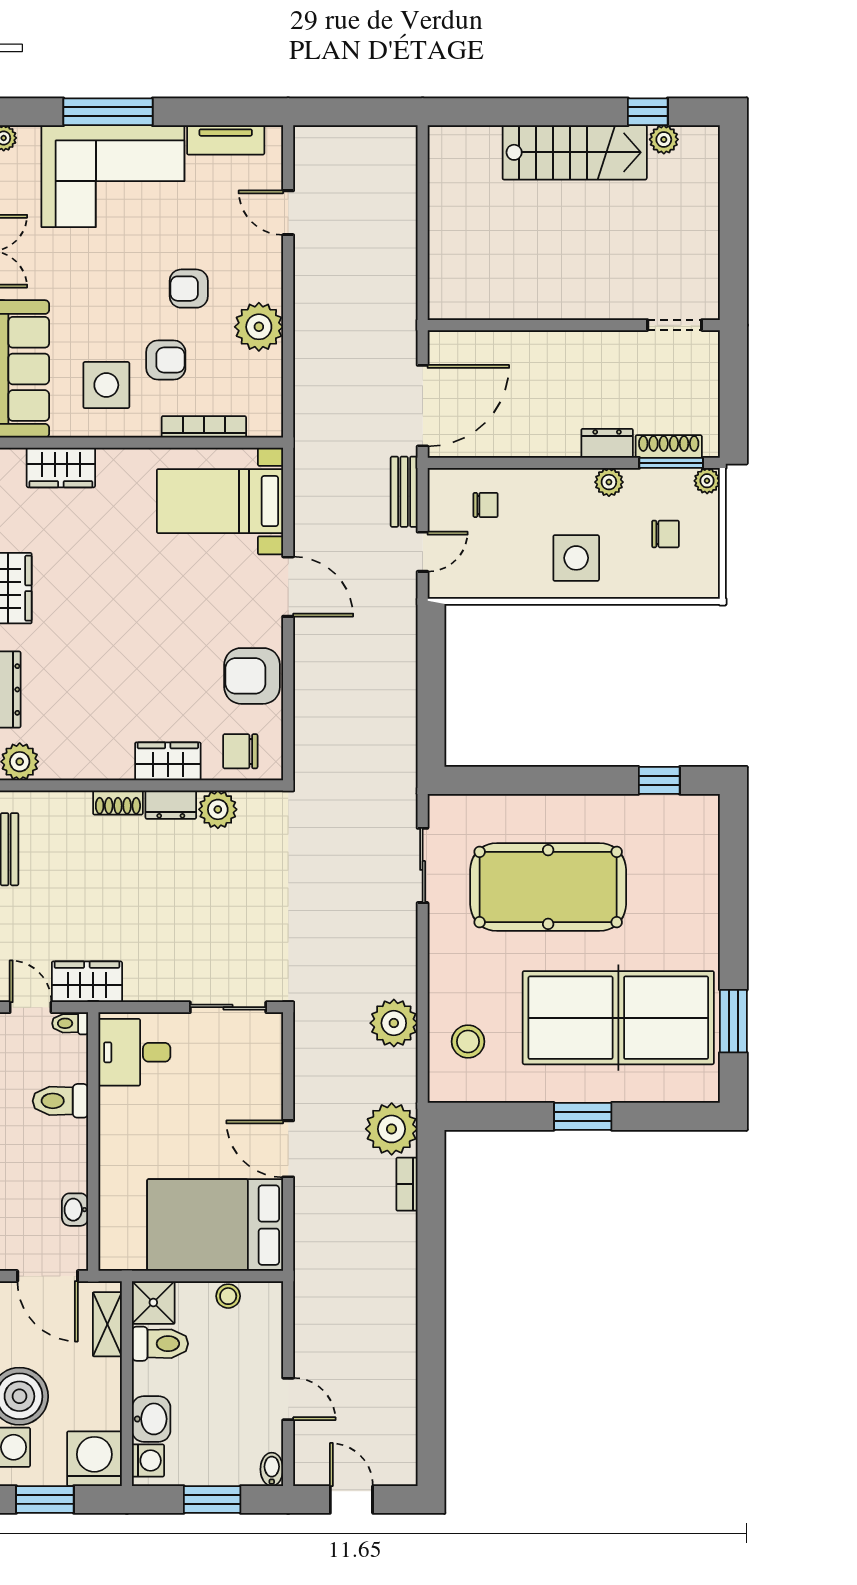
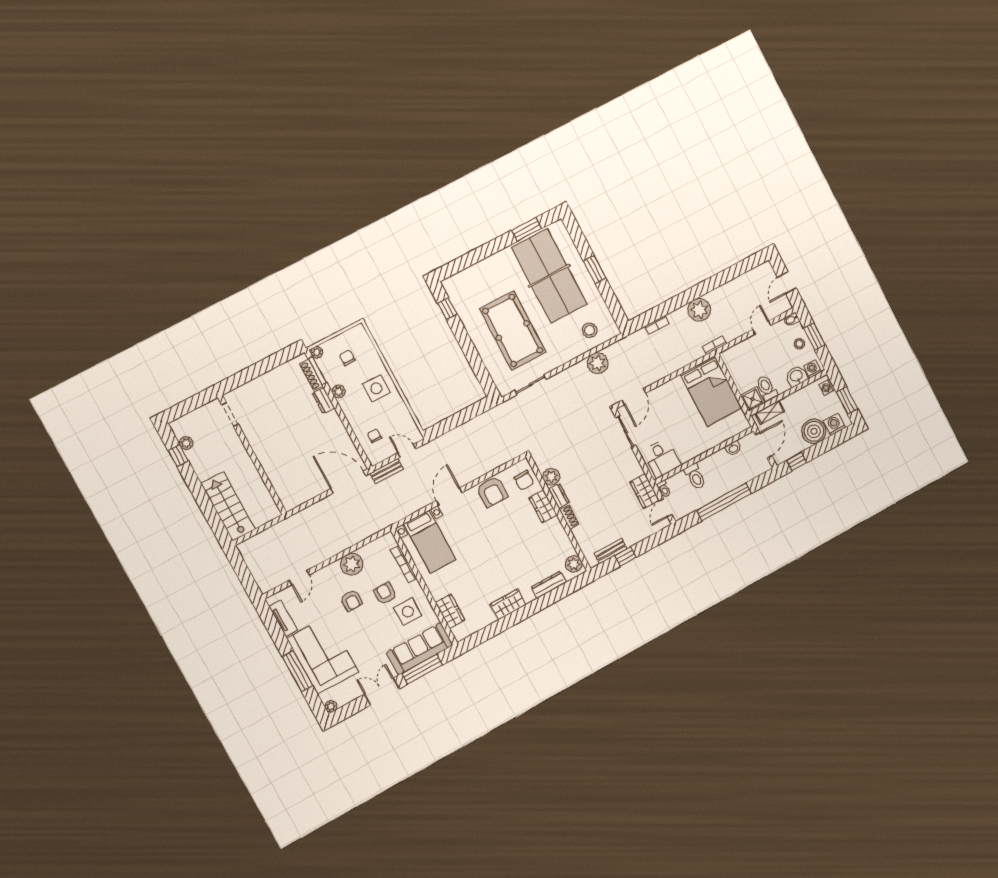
stairs: (575, 152) -> (228, 506), moved
wall: (574, 325) -> (252, 455), moved
doorway: (675, 325) -> (230, 414), moved
plant: (392, 1129) -> (699, 310), moved
door: (288, 1149) -> (634, 397), moved
bookcase: (304, 1281) -> (715, 345), added
stool: (228, 1296) -> (799, 344), moved
washing machine: (94, 1459) -> (827, 387), width x0.53, depth x0.53

